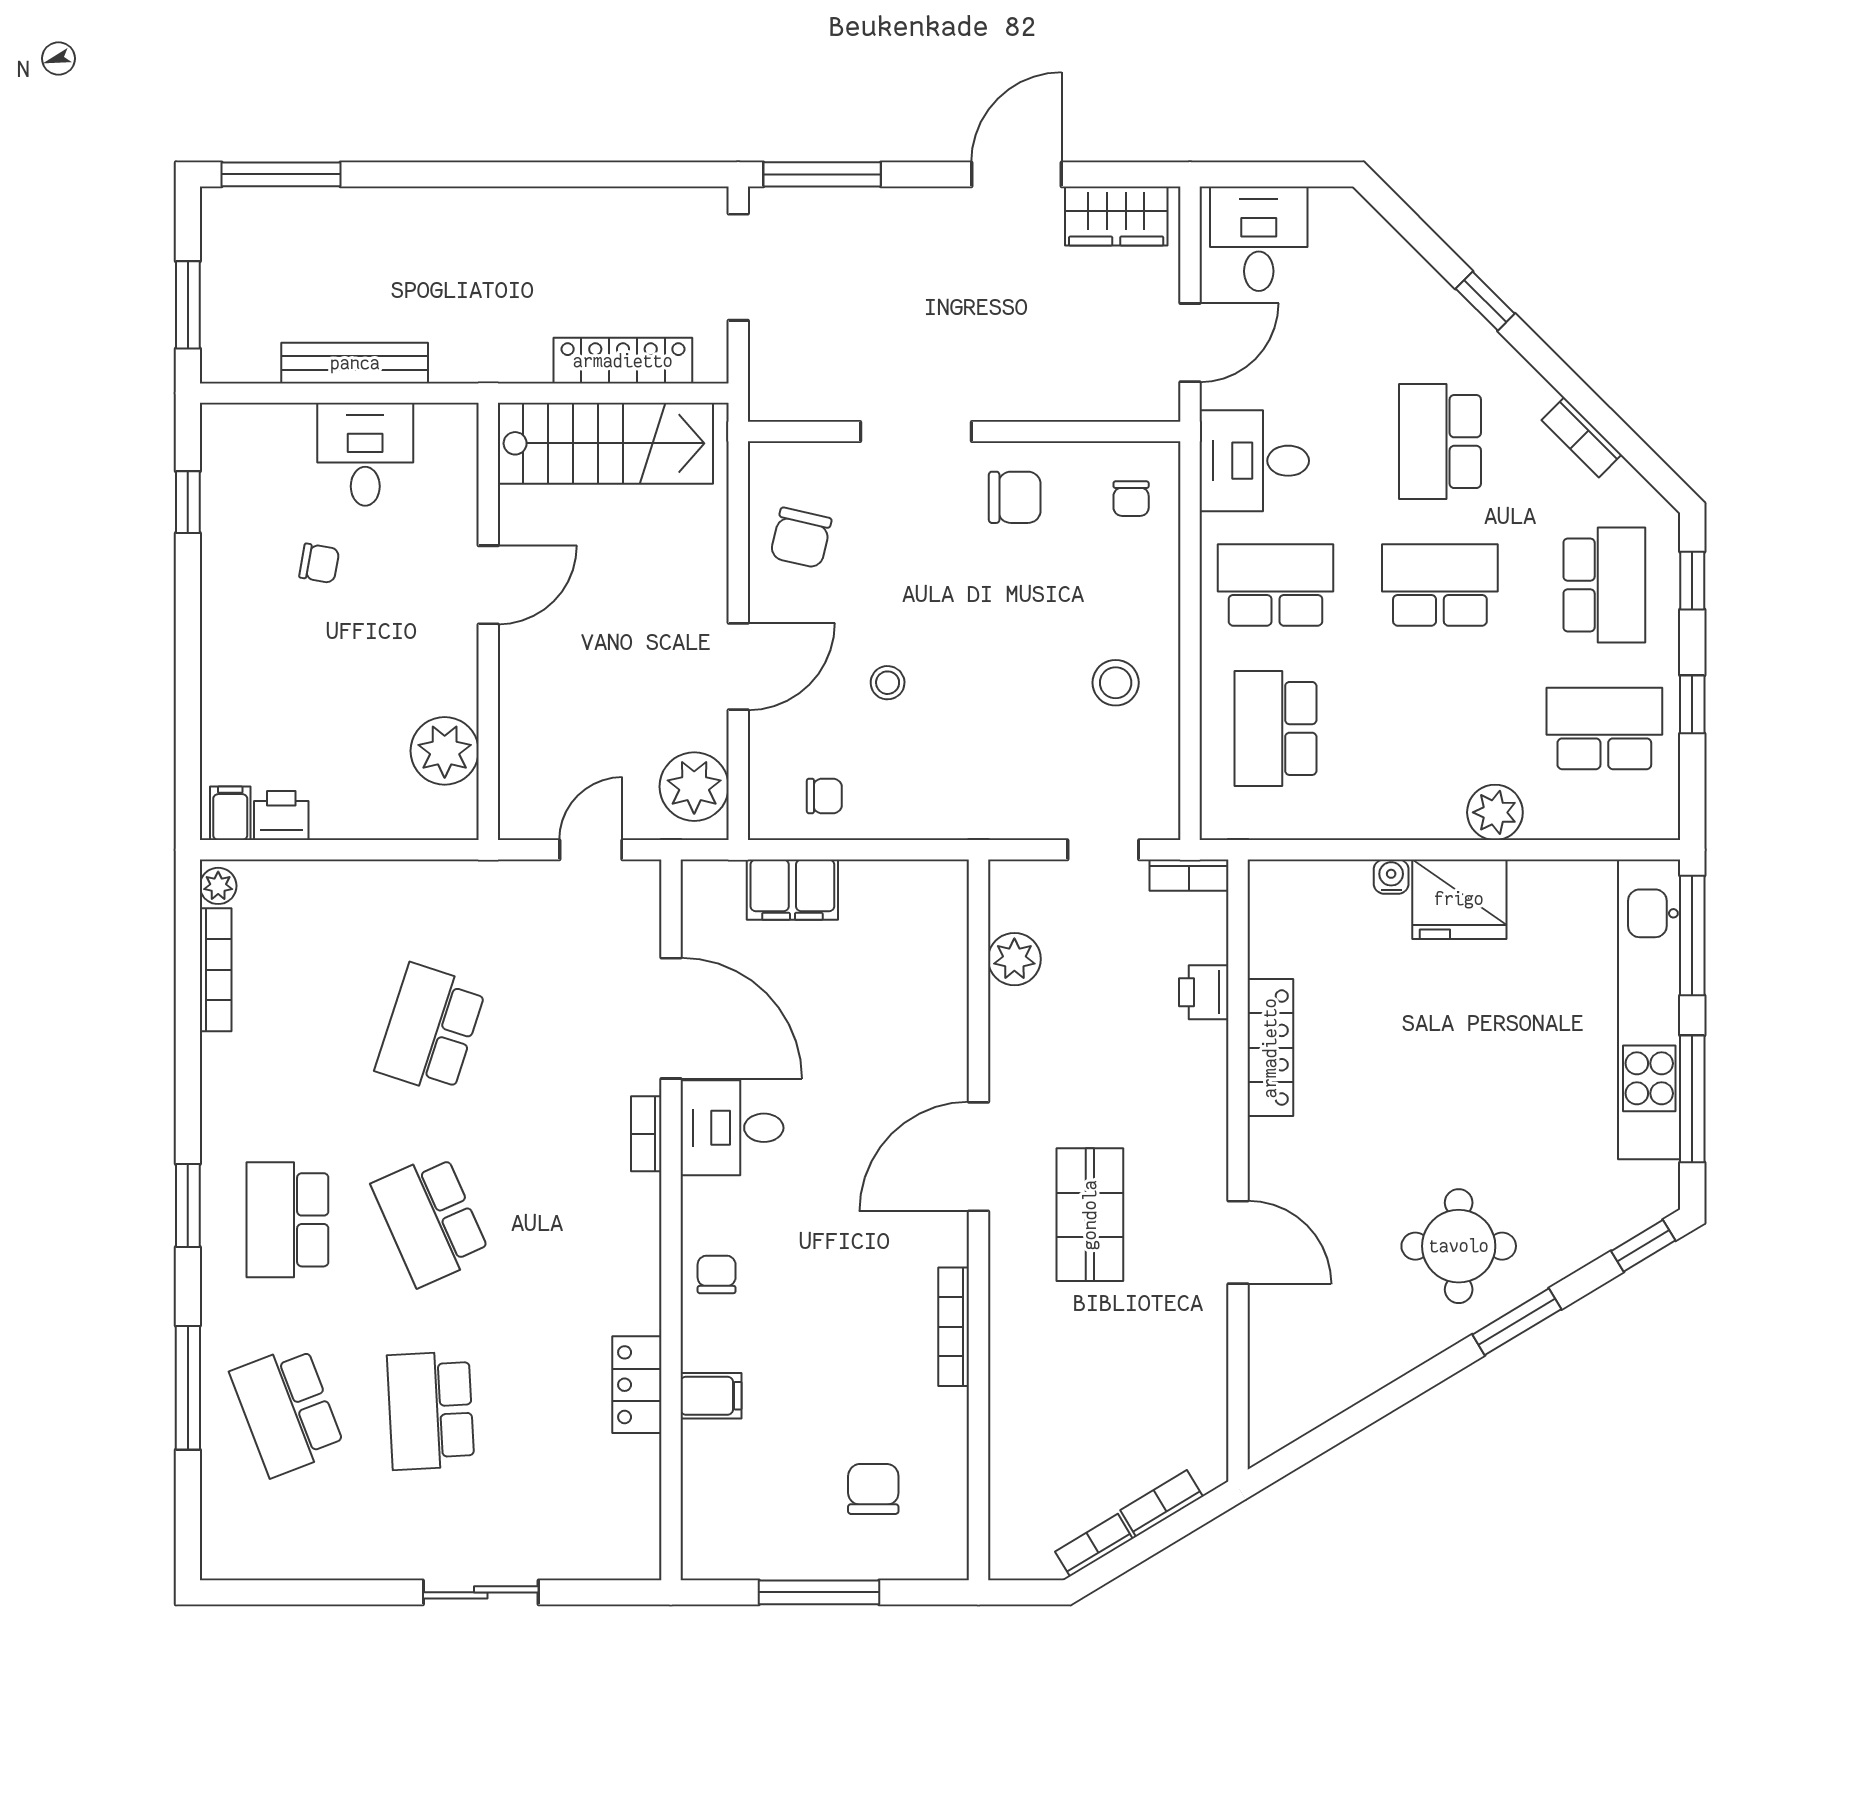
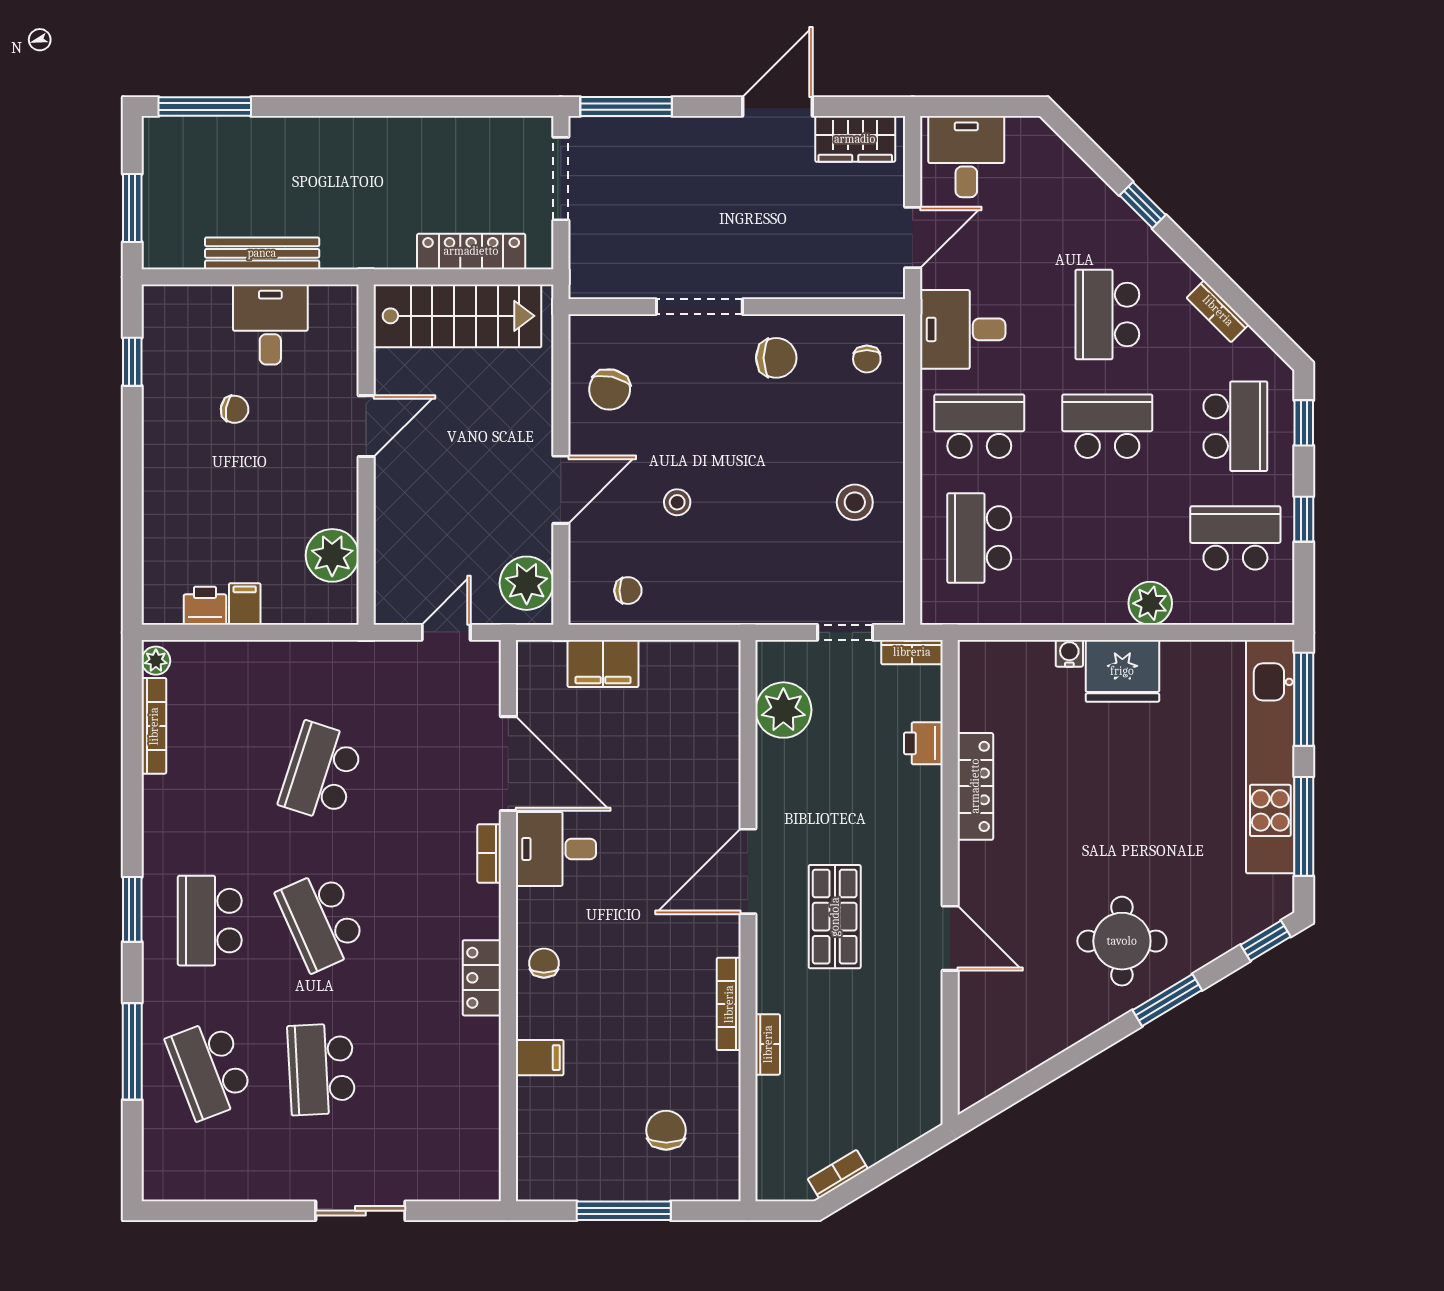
filing cabinet: (230, 813) -> (245, 604), moved
plant: (1014, 959) -> (783, 710), width x1.36, depth x1.36
locker: (637, 1385) -> (482, 978), moved
bookcase: (1162, 1503) -> (768, 1044), moved, turned 121

